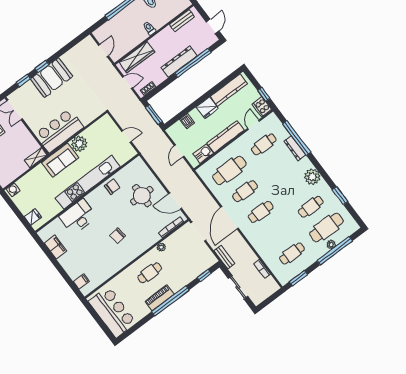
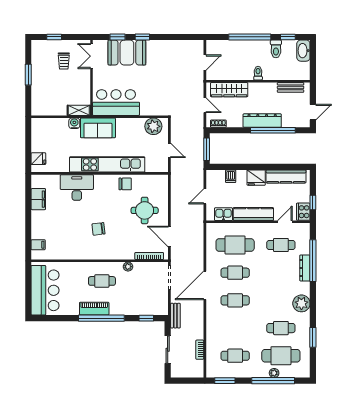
booth: (51, 78) -> (127, 53), moved
plant: (79, 144) -> (153, 126), moved
water cooler: (13, 190) -> (74, 123), moved

